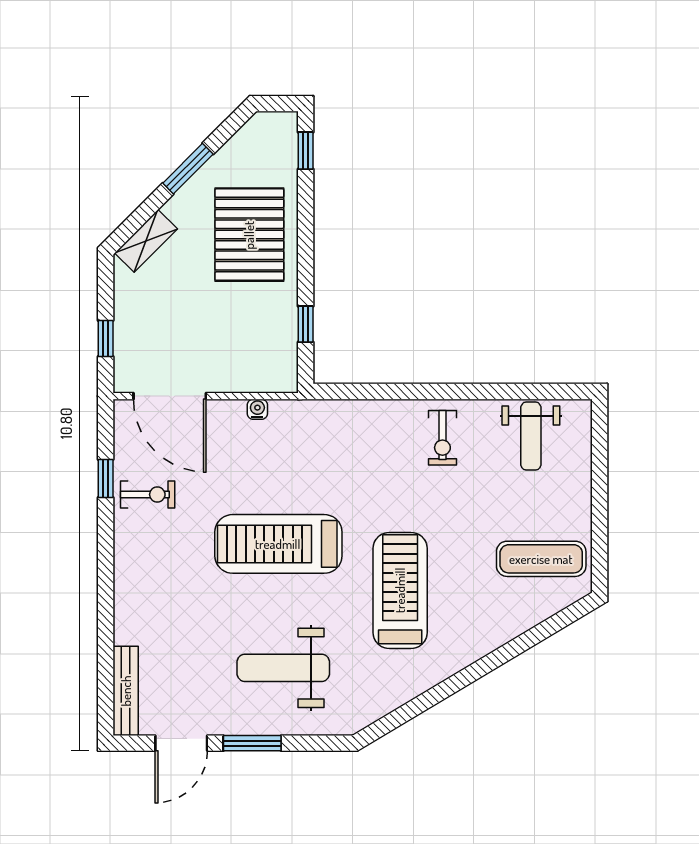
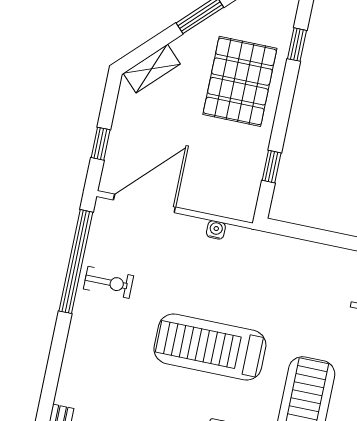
window: (306, 151) -> (297, 45), moved
door: (170, 396) -> (144, 203), swing flipped
window: (106, 479) -> (76, 262), width x3.17

